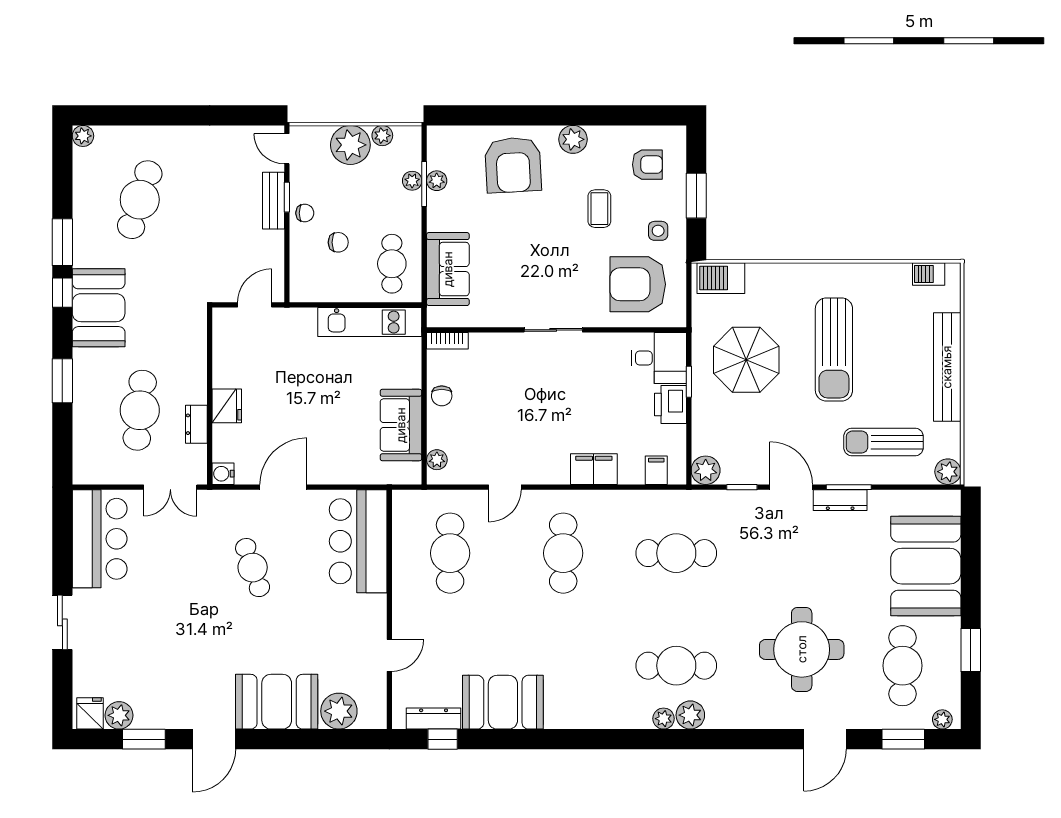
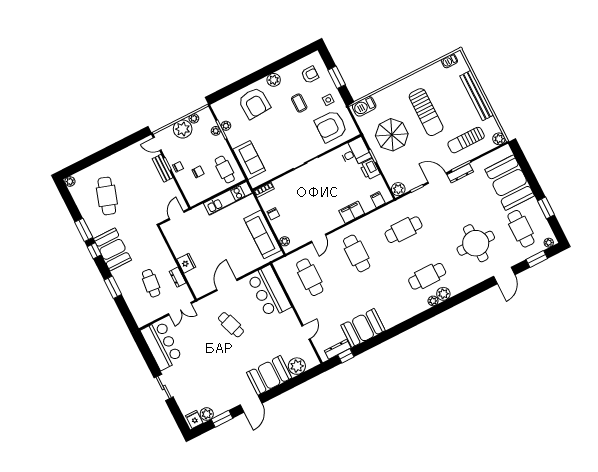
cafe table: (140, 410) -> (151, 283), width x0.73, depth x0.74
sofa: (401, 425) -> (262, 234), width x1.36
water cooler: (223, 474) -> (199, 292), removed

